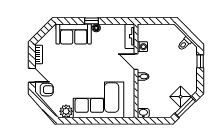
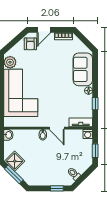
window: (91, 21) -> (95, 104), moved
window: (160, 21) -> (95, 151), added
washing machine: (142, 47) -> (88, 134), moved
door: (136, 62) -> (57, 128), swing flipped
shower: (181, 97) -> (15, 161), moved

